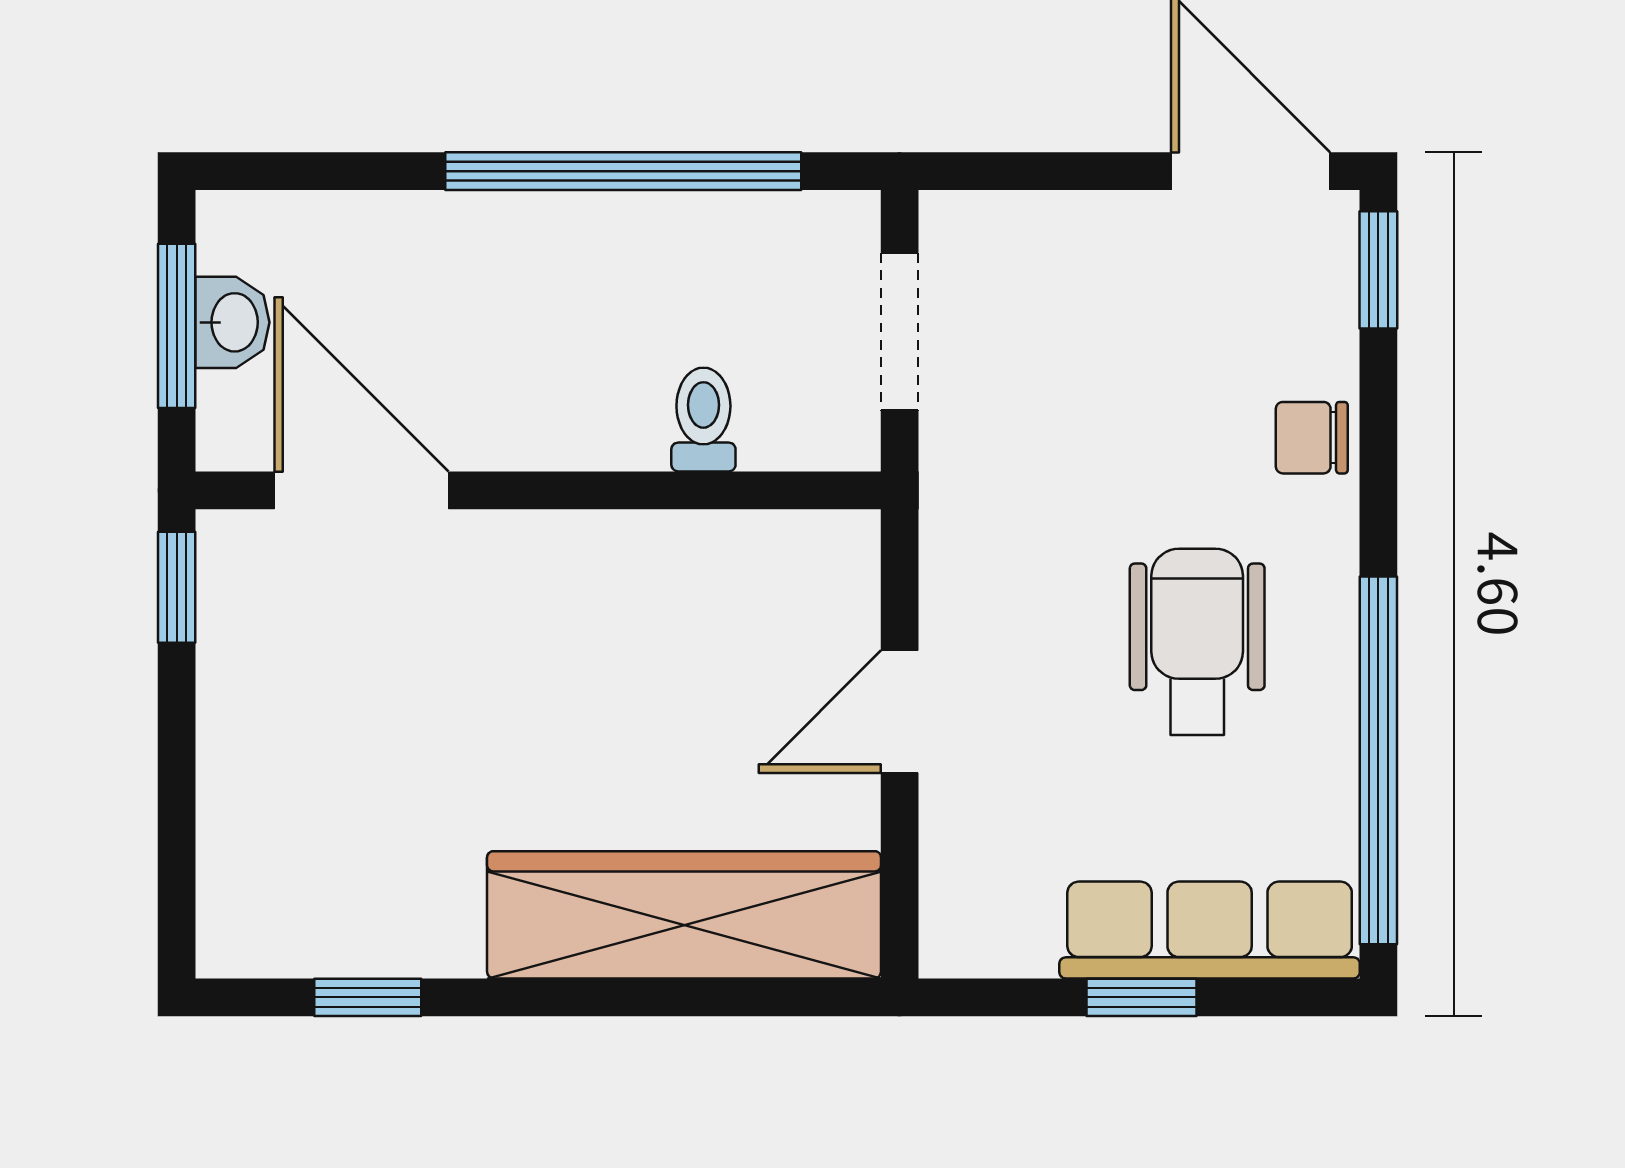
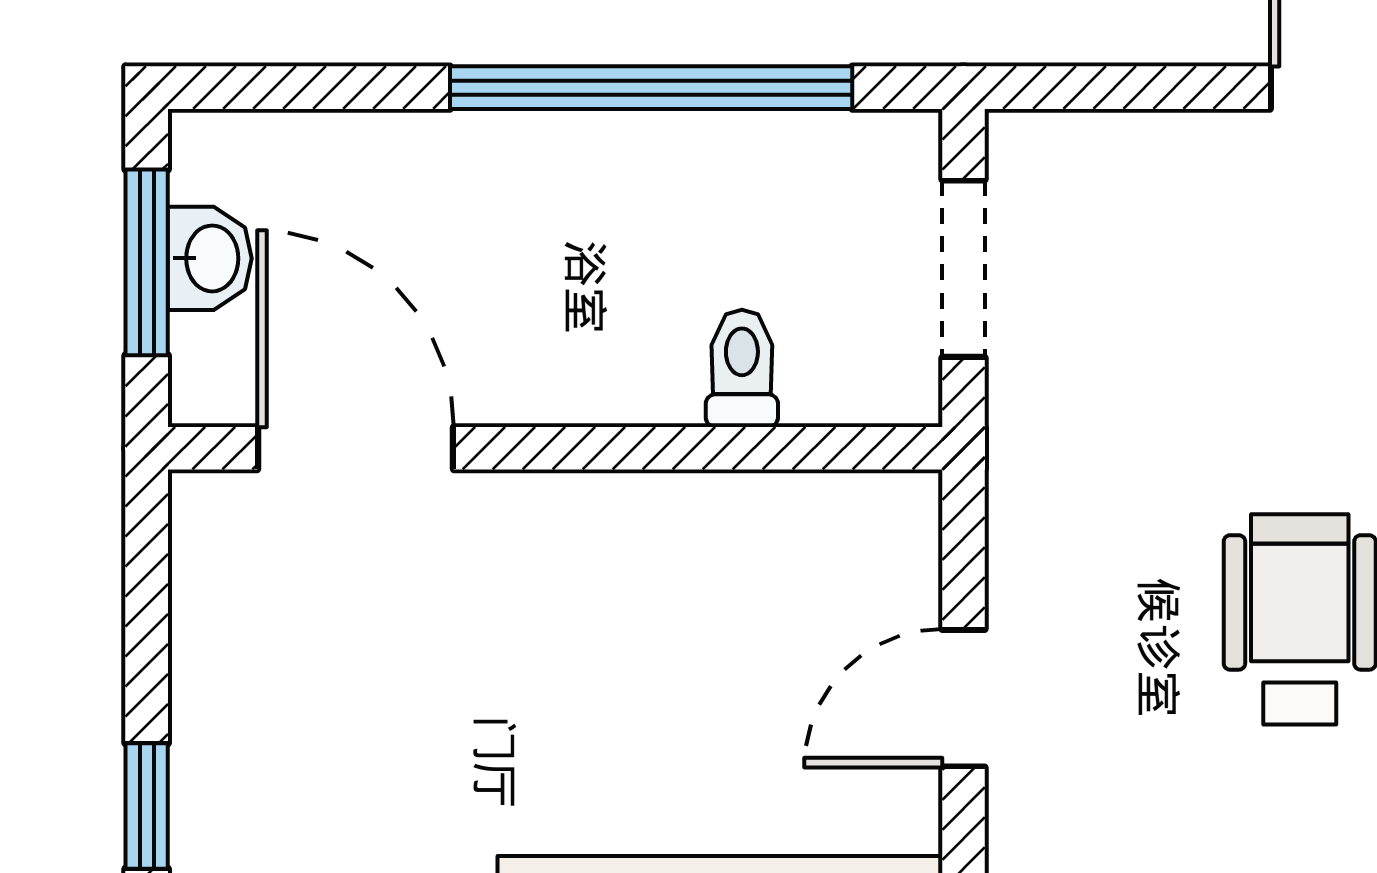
window: (177, 587) -> (147, 806), moved

